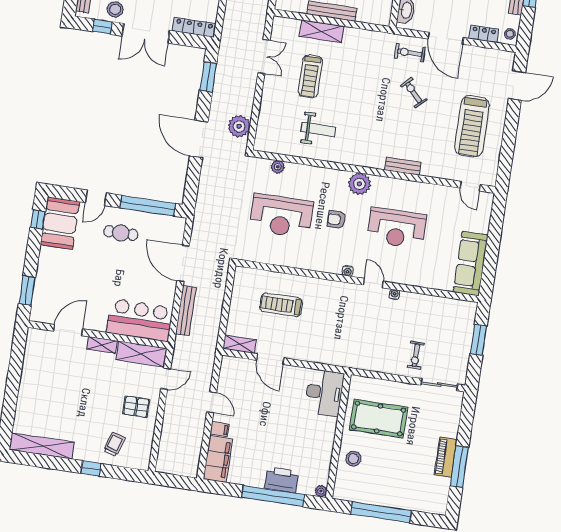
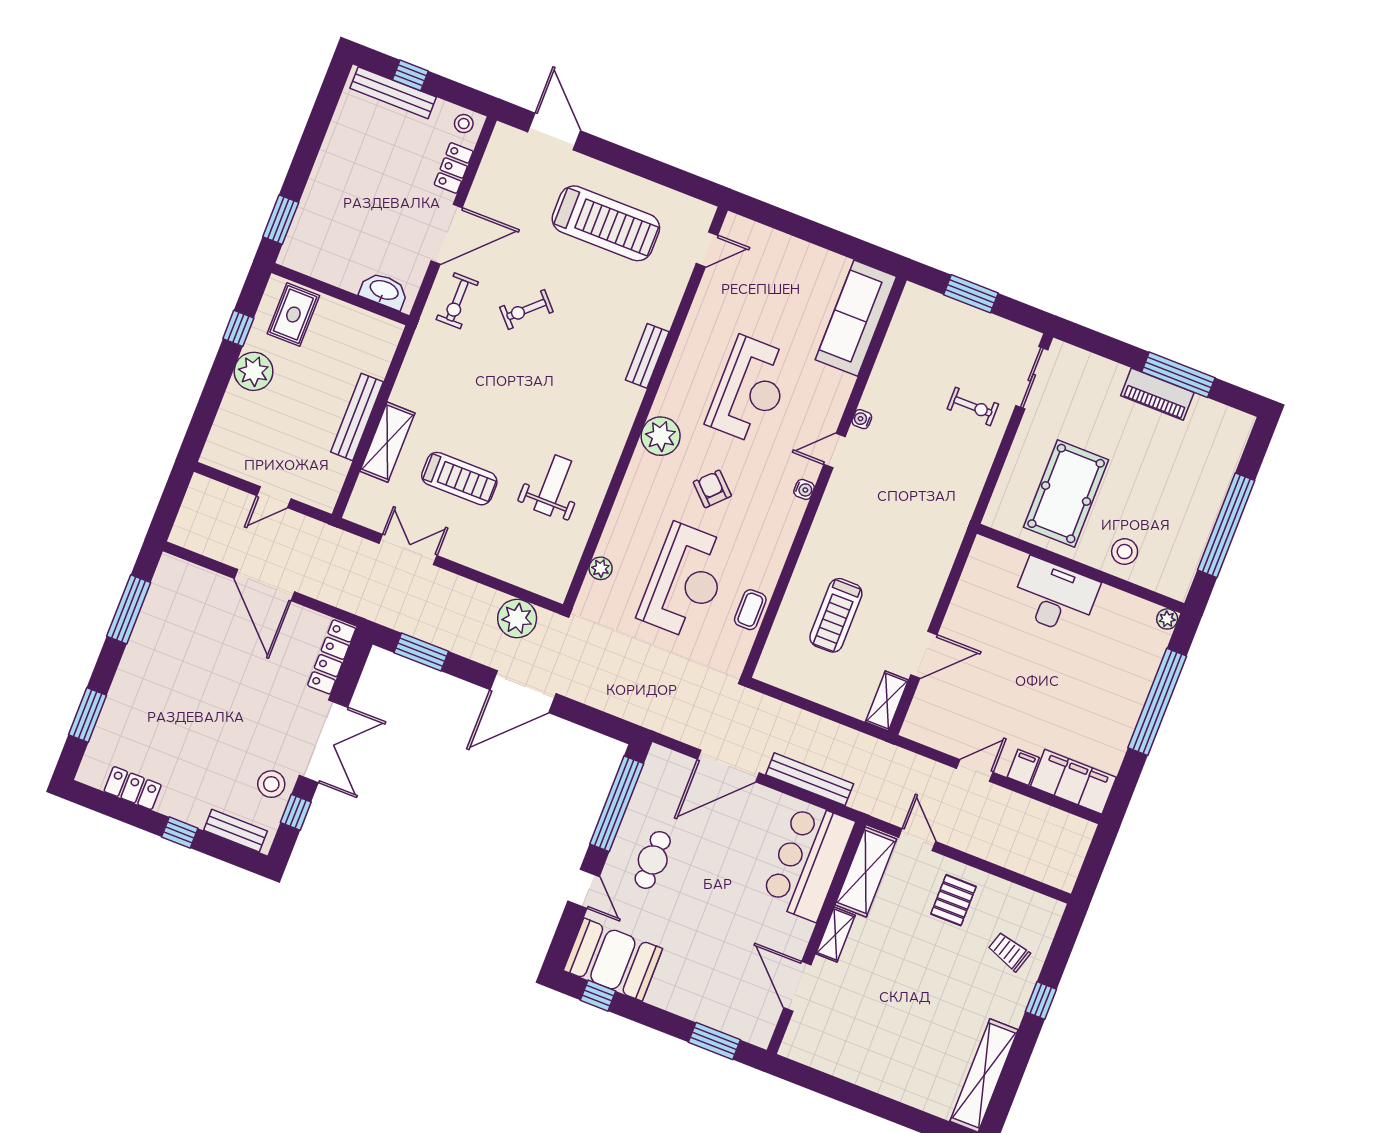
armchair: (336, 219) -> (712, 489), turned 134
coffee table: (273, 256) -> (750, 610), added
sofa: (471, 264) -> (856, 318), moved, turned 90
desk: (324, 393) -> (1055, 597), moved
printer: (281, 480) -> (1133, 682), removed

